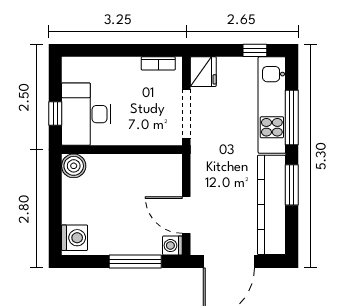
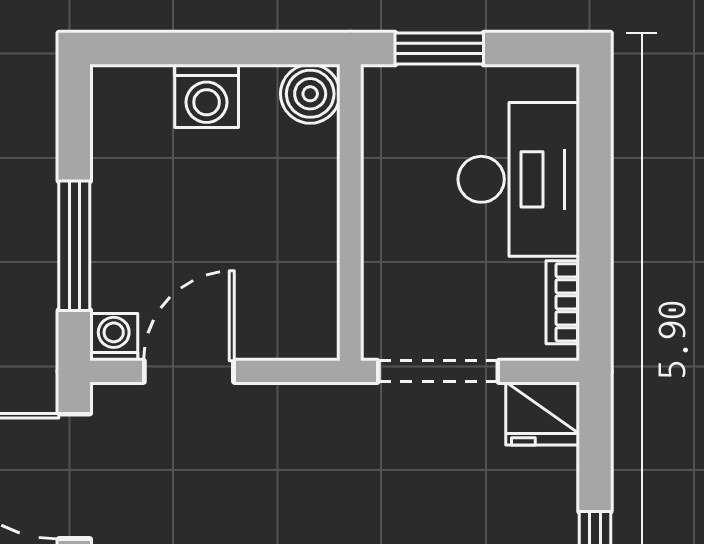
window: (55, 113) -> (439, 49), width x1.50
desk: (86, 114) -> (519, 179), moved, turned 90
washing machine: (75, 238) -> (207, 96), moved

